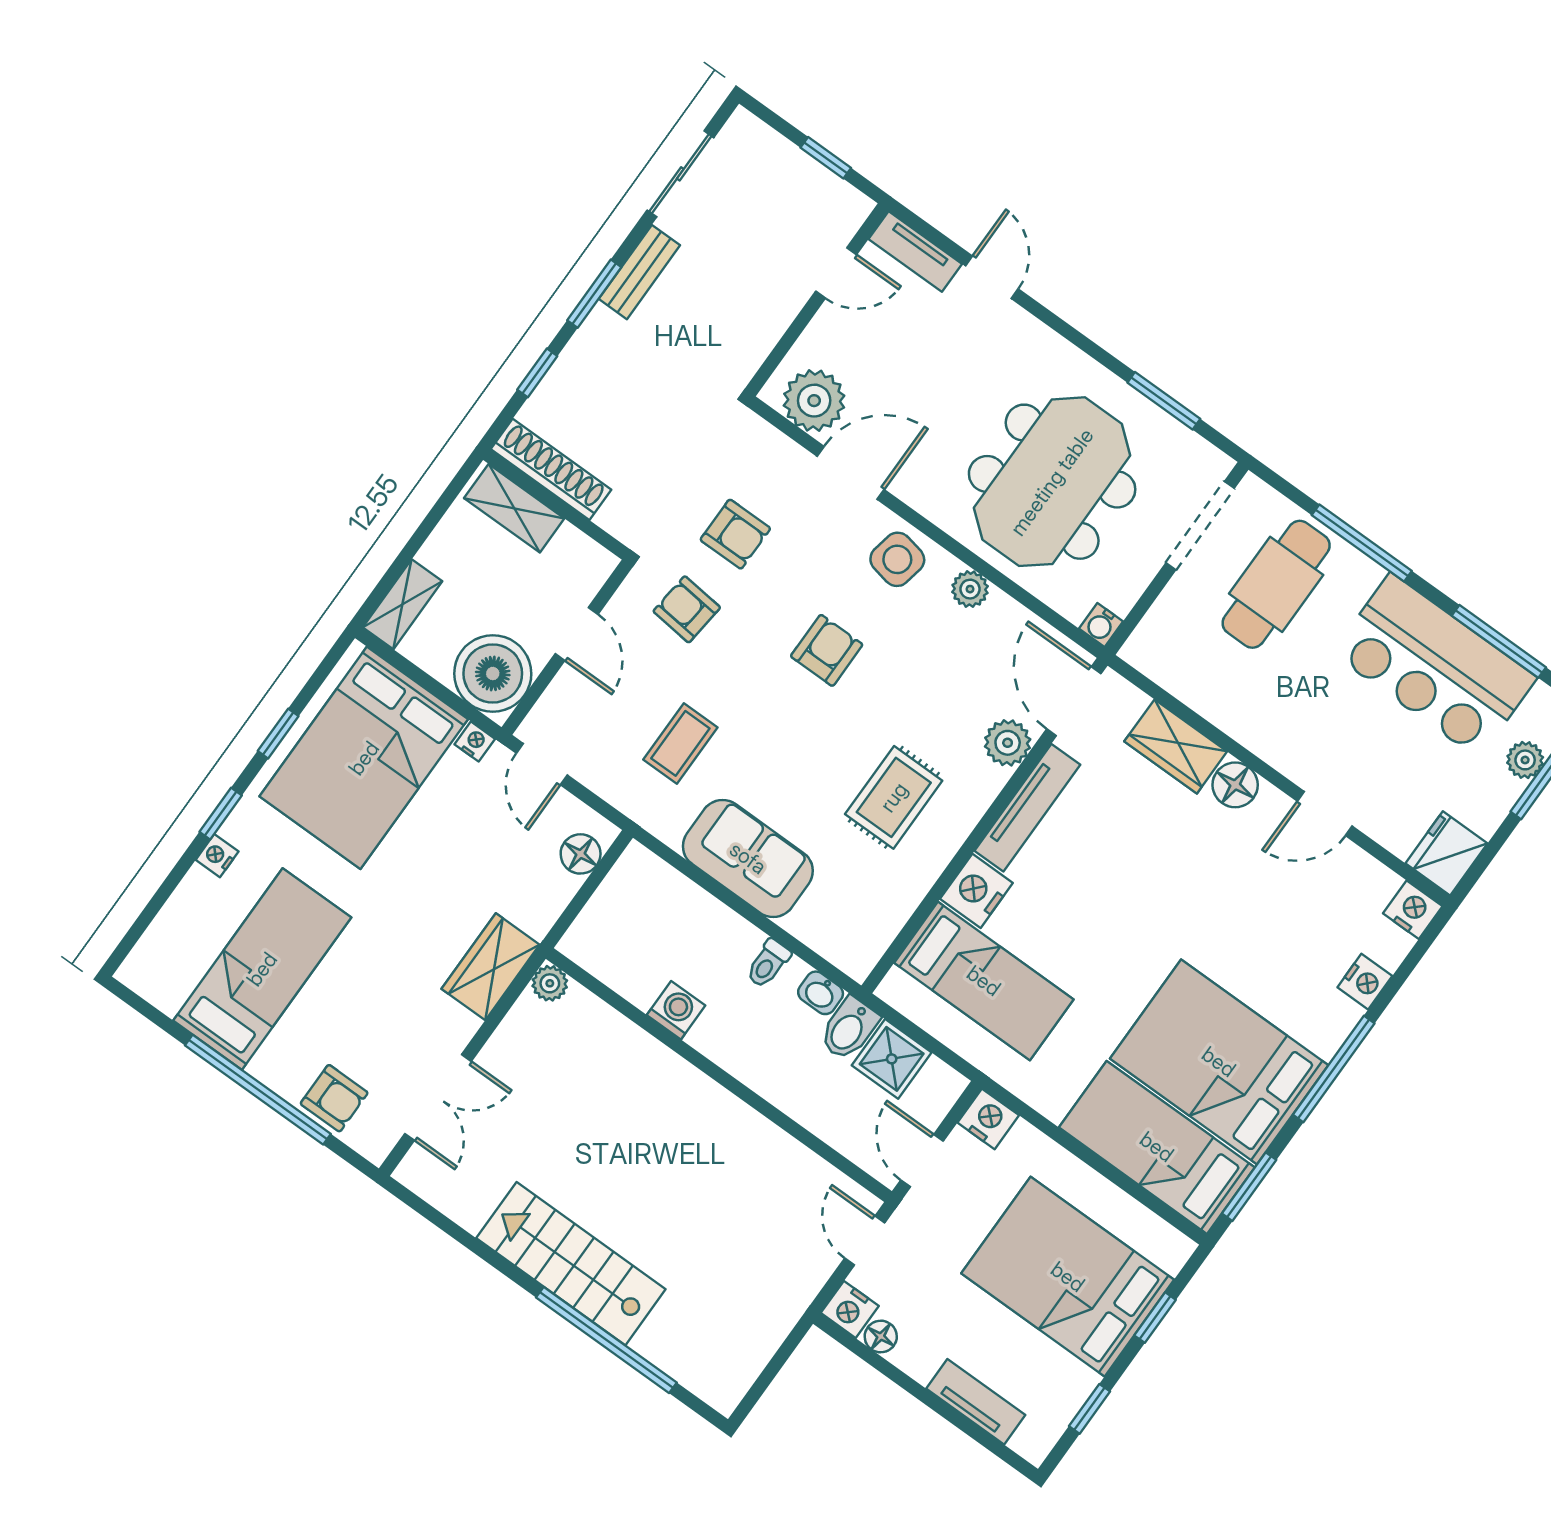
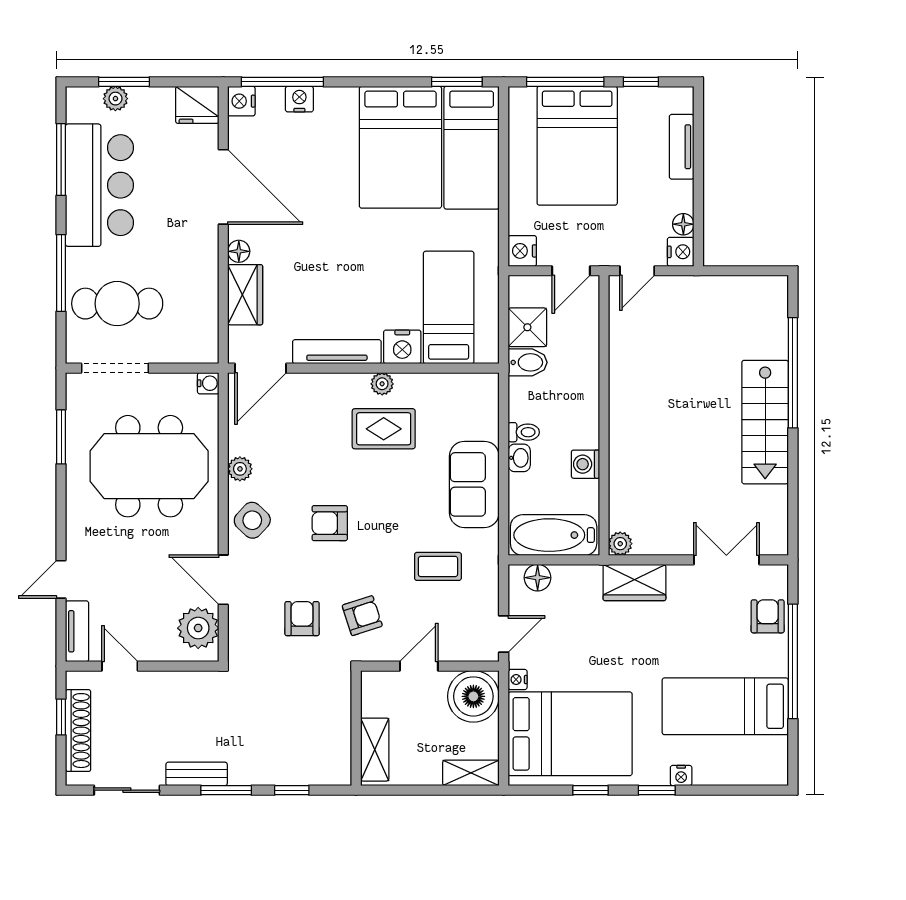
shoe rack: (551, 469) -> (78, 731), moved, turned 180
side table: (897, 559) -> (252, 520), turned 32
armchair: (687, 609) -> (362, 616), turned -114
plant: (1008, 743) -> (382, 384), moved, width x0.73, depth x0.73
floor lamp: (1235, 785) -> (239, 251), width x0.73, depth x0.73
door: (1325, 814) -> (223, 187), width x1.88
bathtub: (618, 910) -> (554, 535), added
washbasin: (821, 993) -> (519, 458), moved
window: (1334, 1069) -> (282, 82), moved
window: (1155, 1318) -> (565, 82), width x2.17

